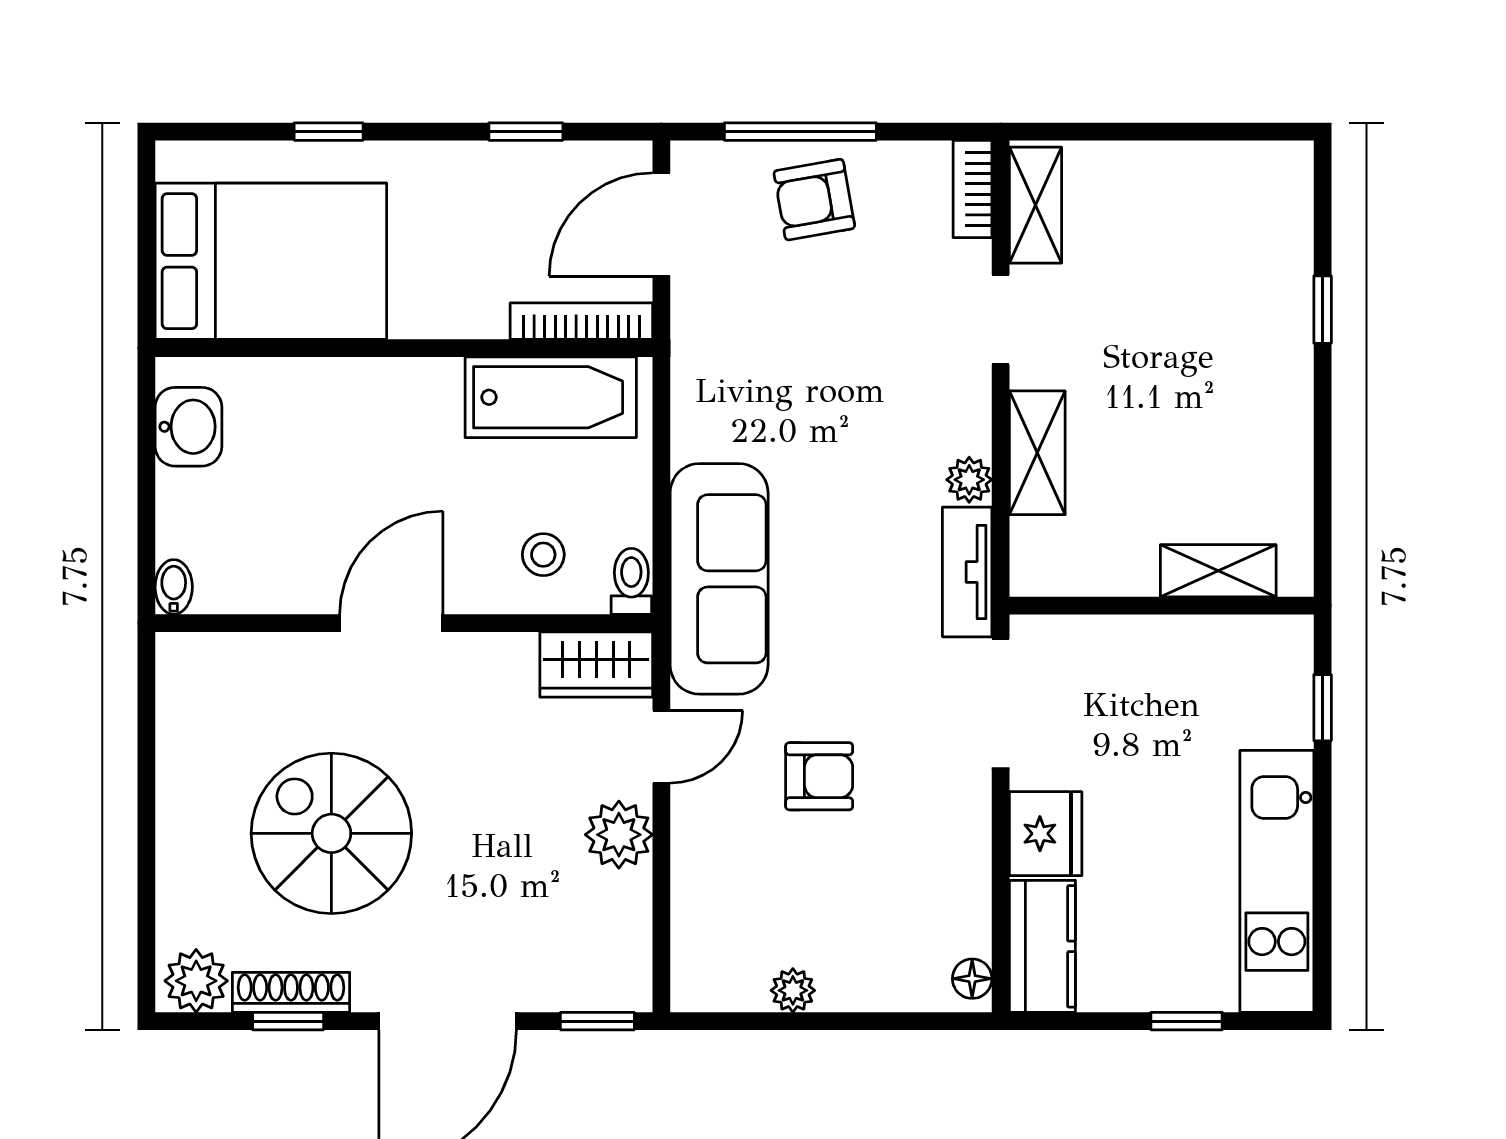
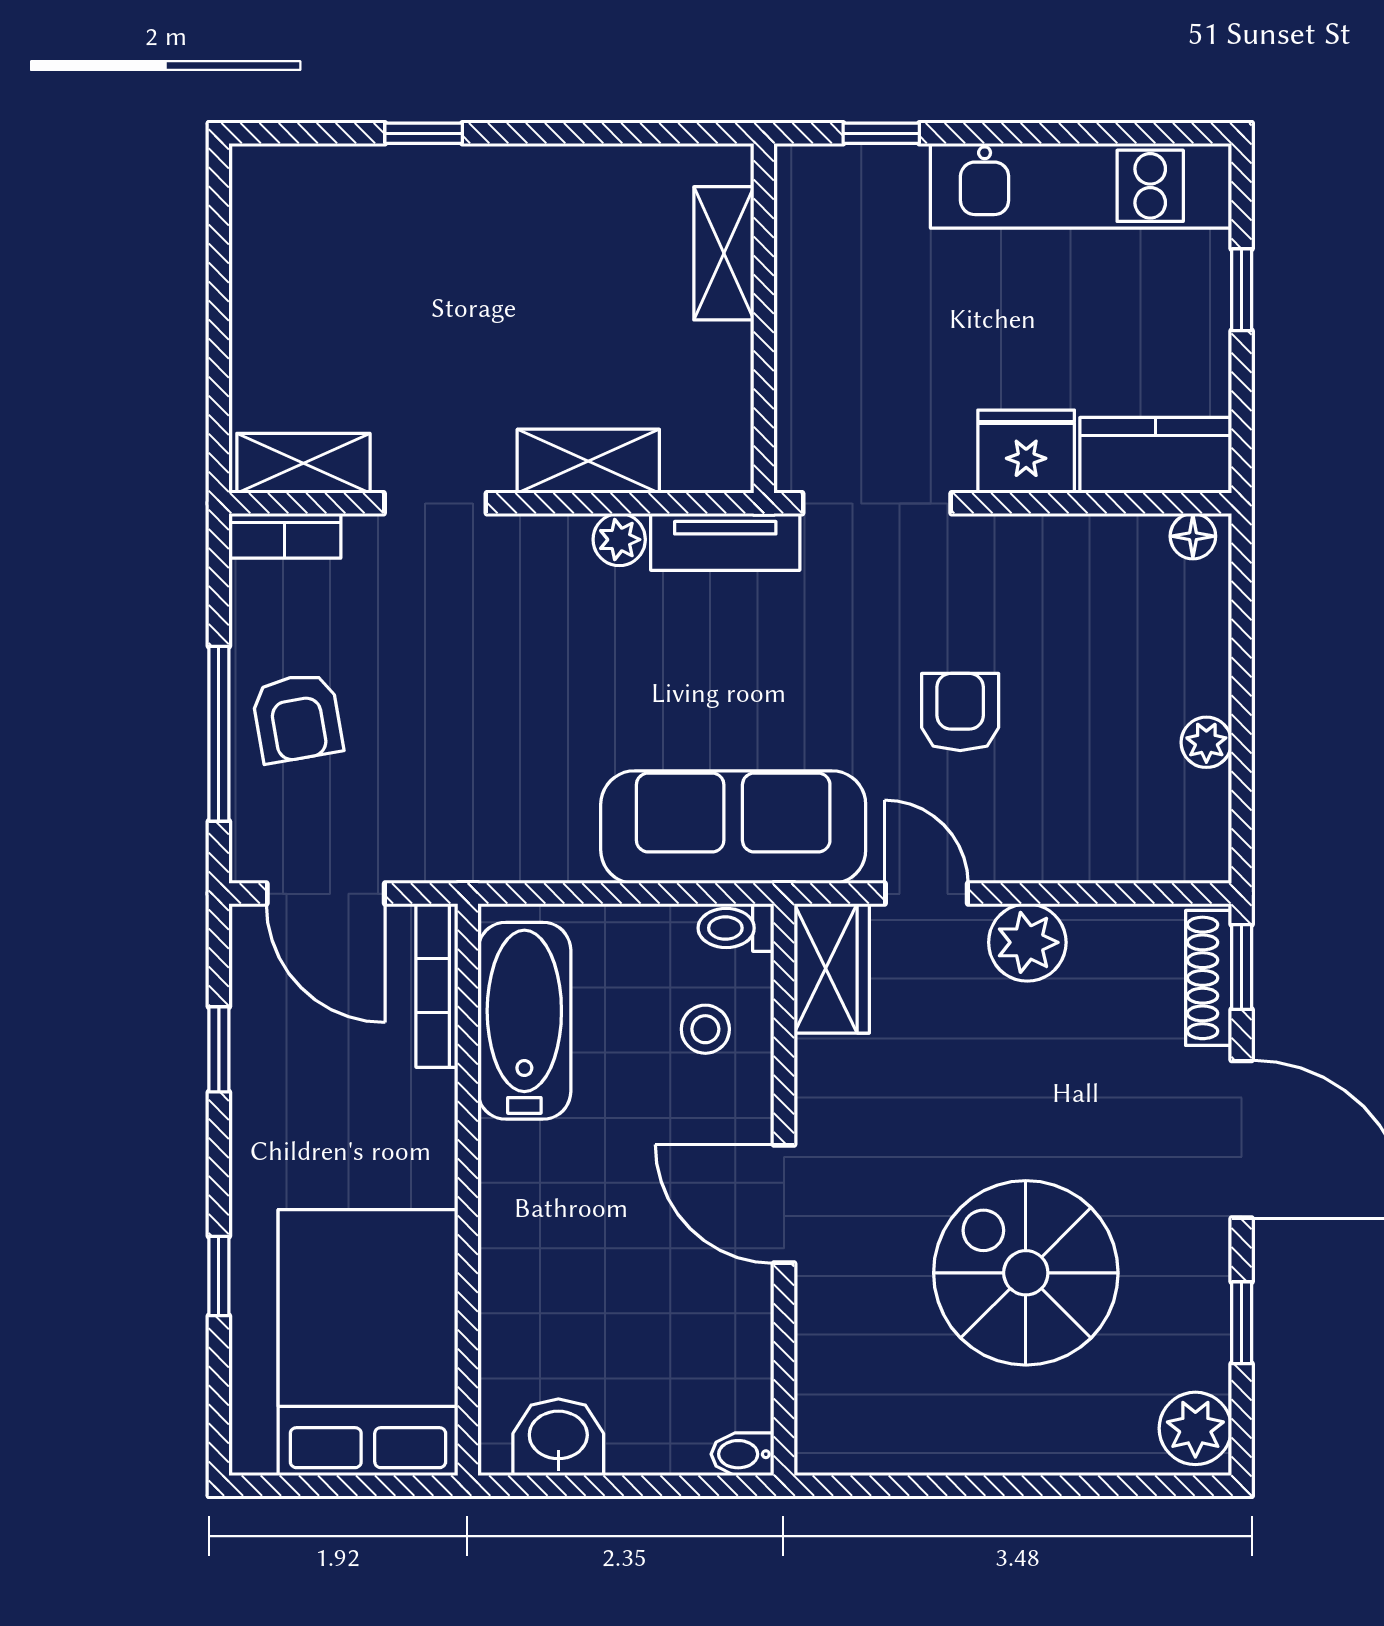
spiral stairs: (331, 833) -> (1026, 1273), turned 90
shoe rack: (291, 992) -> (1209, 978), moved

